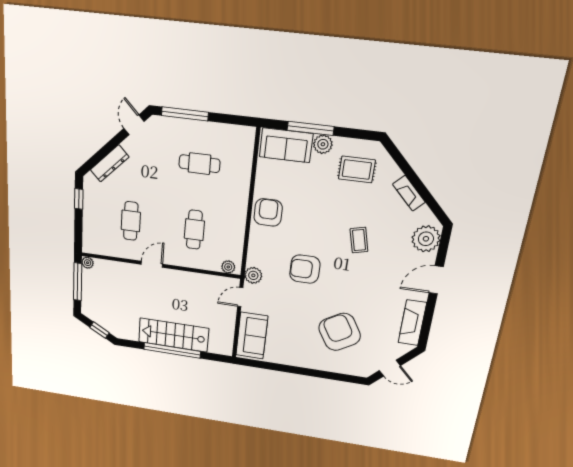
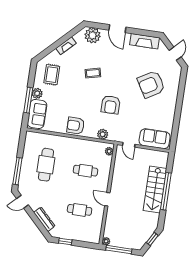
cafe table: (200, 164) -> (46, 165), width x1.37, depth x1.35
plant: (253, 275) -> (103, 134), moved

